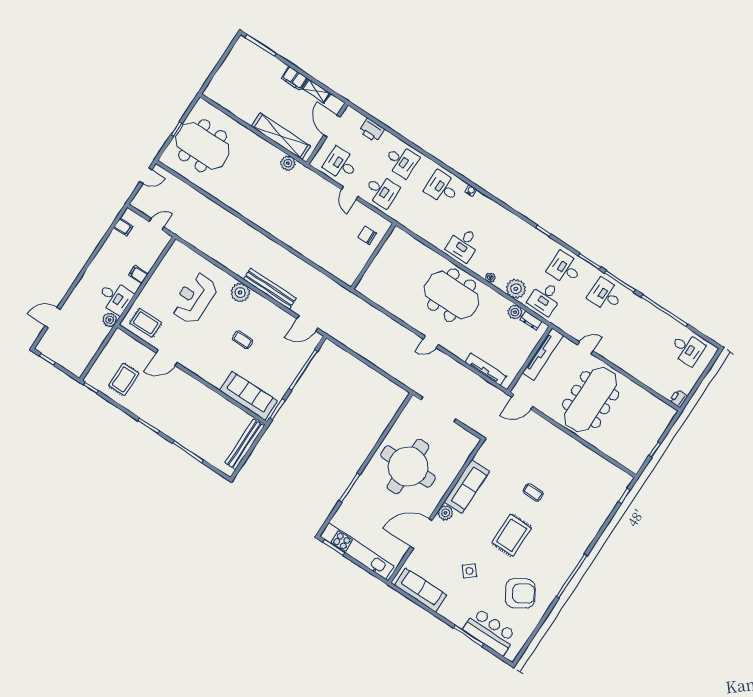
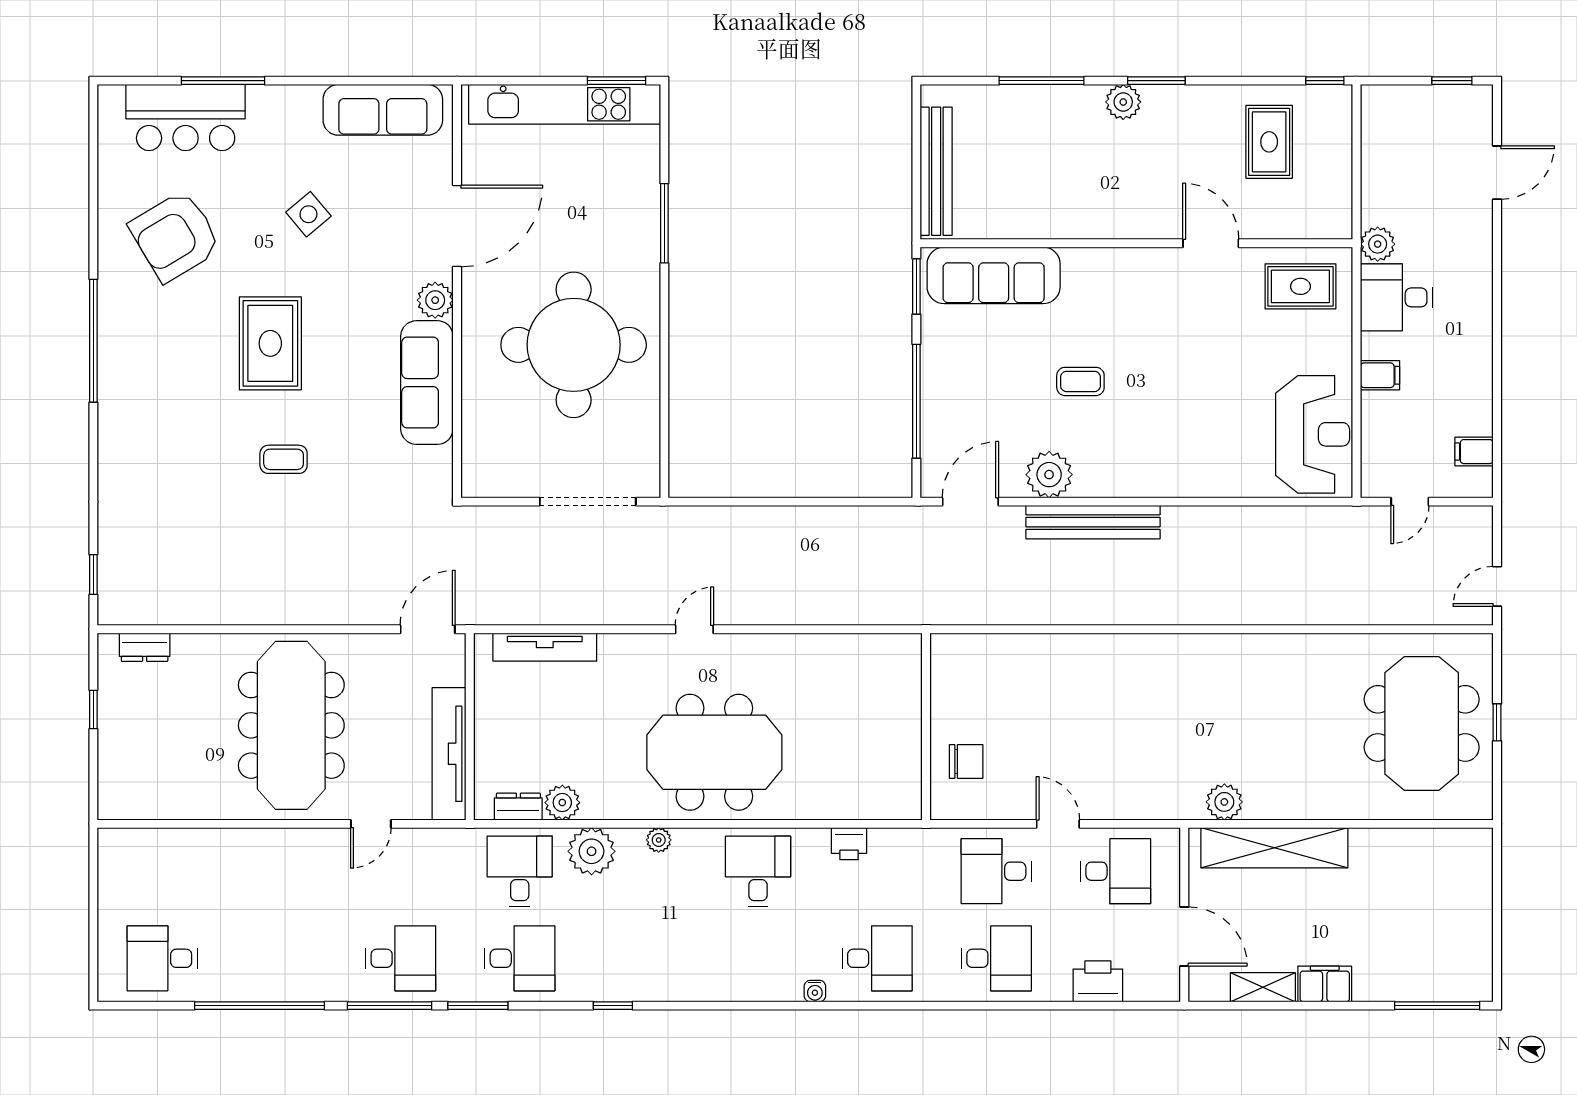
meeting table: (203, 146) -> (1422, 723), turned 90
desk: (401, 161) -> (996, 958), turned 180
plant: (240, 293) -> (1049, 475), moved
reception desk: (194, 298) -> (1313, 434), moved
door: (167, 358) -> (1211, 243), hinge flipped
printer: (679, 399) -> (849, 844), moved, turned 90
plant: (165, 426) -> (1123, 102), added
dresser: (623, 459) -> (145, 647), added

